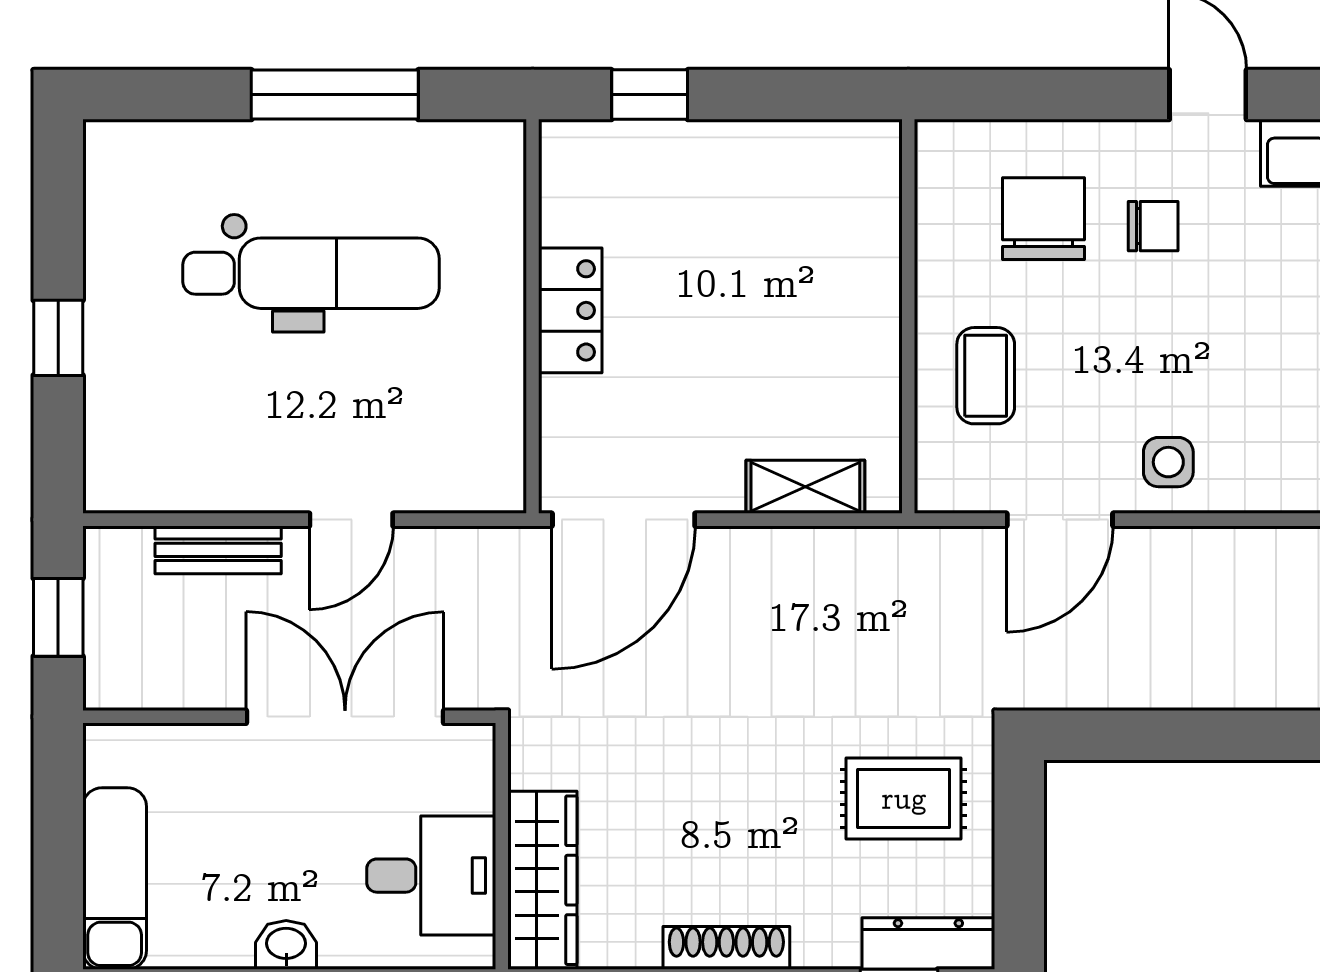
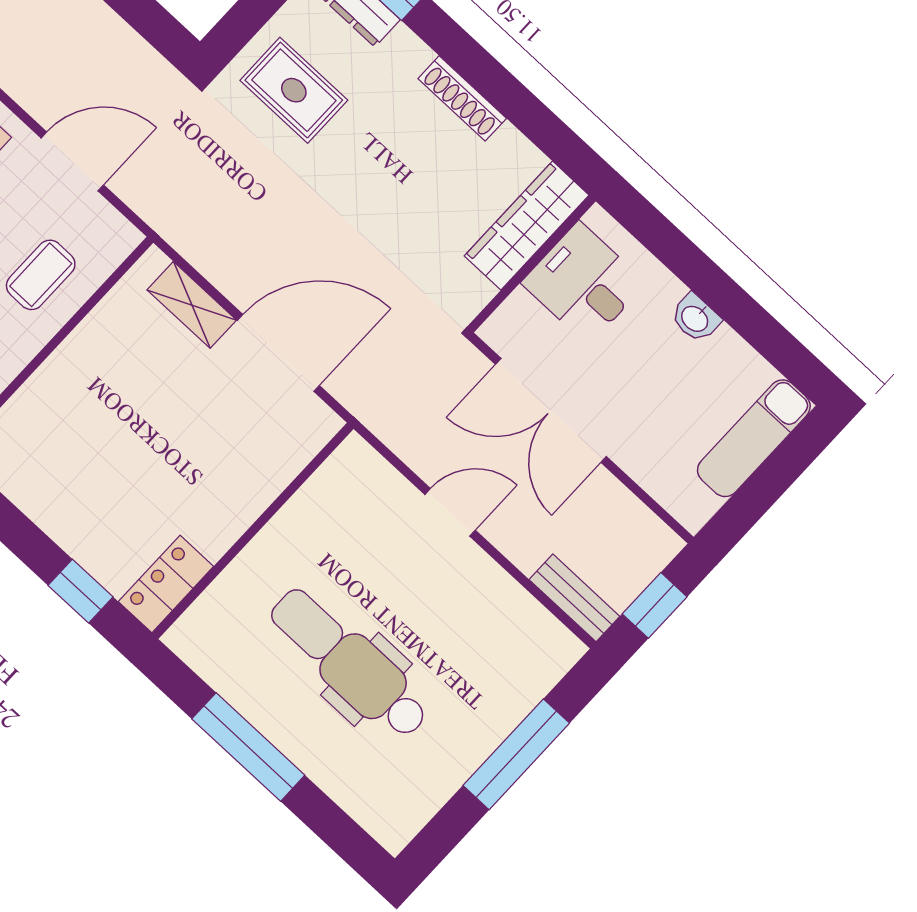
locker: (570, 310) -> (166, 584), moved
window: (58, 338) -> (516, 754), width x2.17
door: (624, 520) -> (278, 353), moved
bench: (218, 550) -> (574, 598), moved

